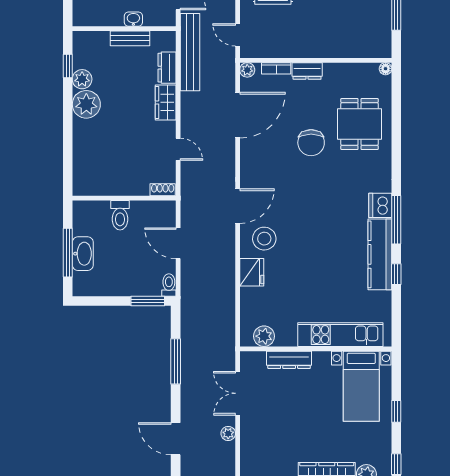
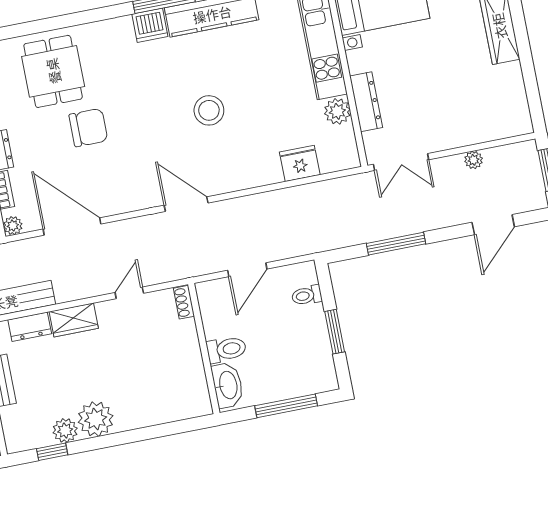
dining table: (360, 124) -> (53, 71), turned 90
stool: (264, 239) -> (209, 110), moved
washbasin: (83, 254) -> (228, 385), moved, turned 90
fridge: (252, 272) -> (300, 163), moved
toilet: (169, 285) -> (307, 295), moved
window: (148, 301) -> (335, 332), moved
plant: (264, 336) -> (337, 111), moved
double door: (238, 393) -> (401, 162), moved

